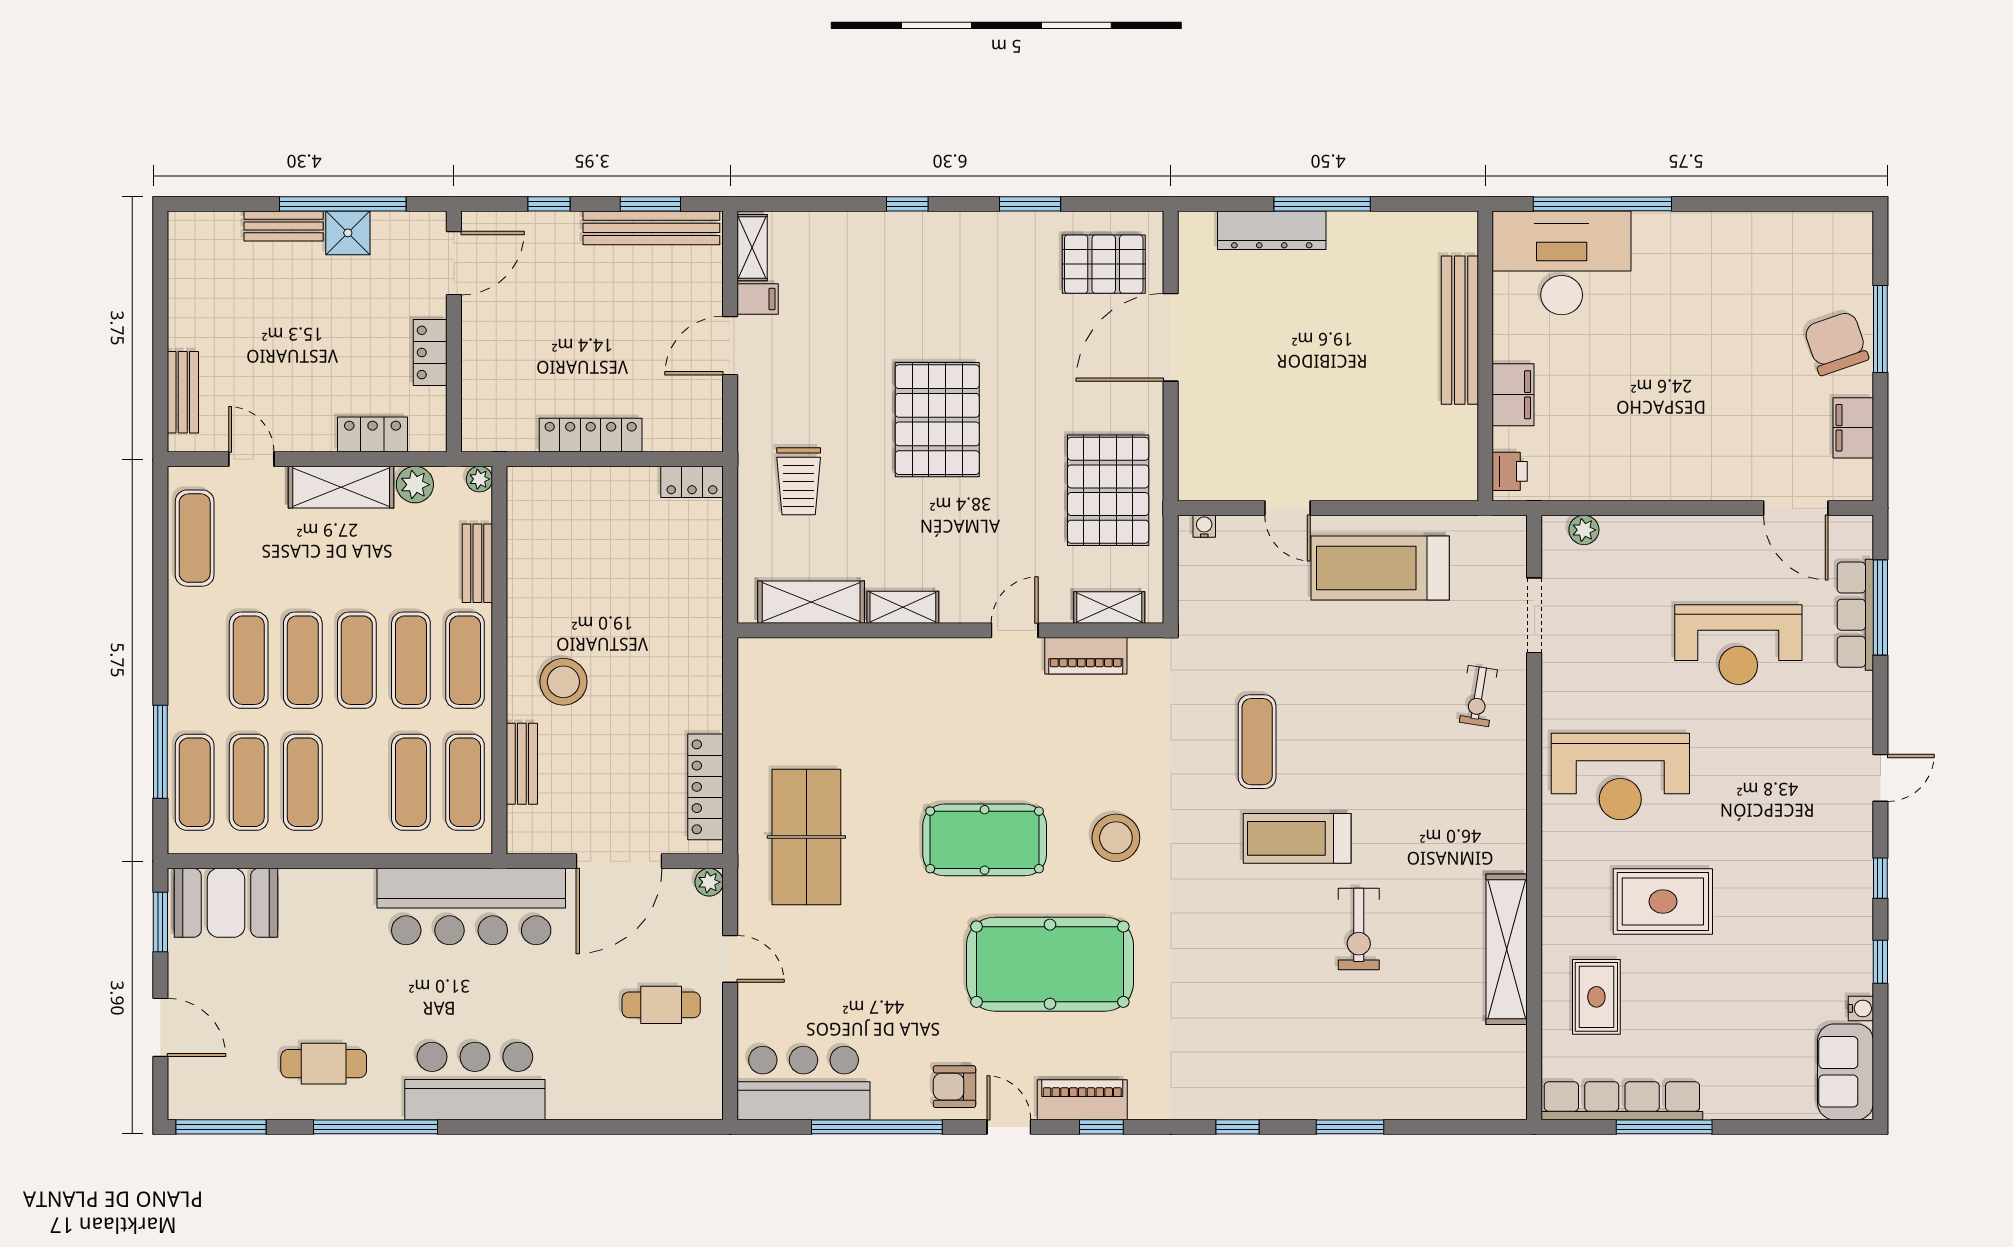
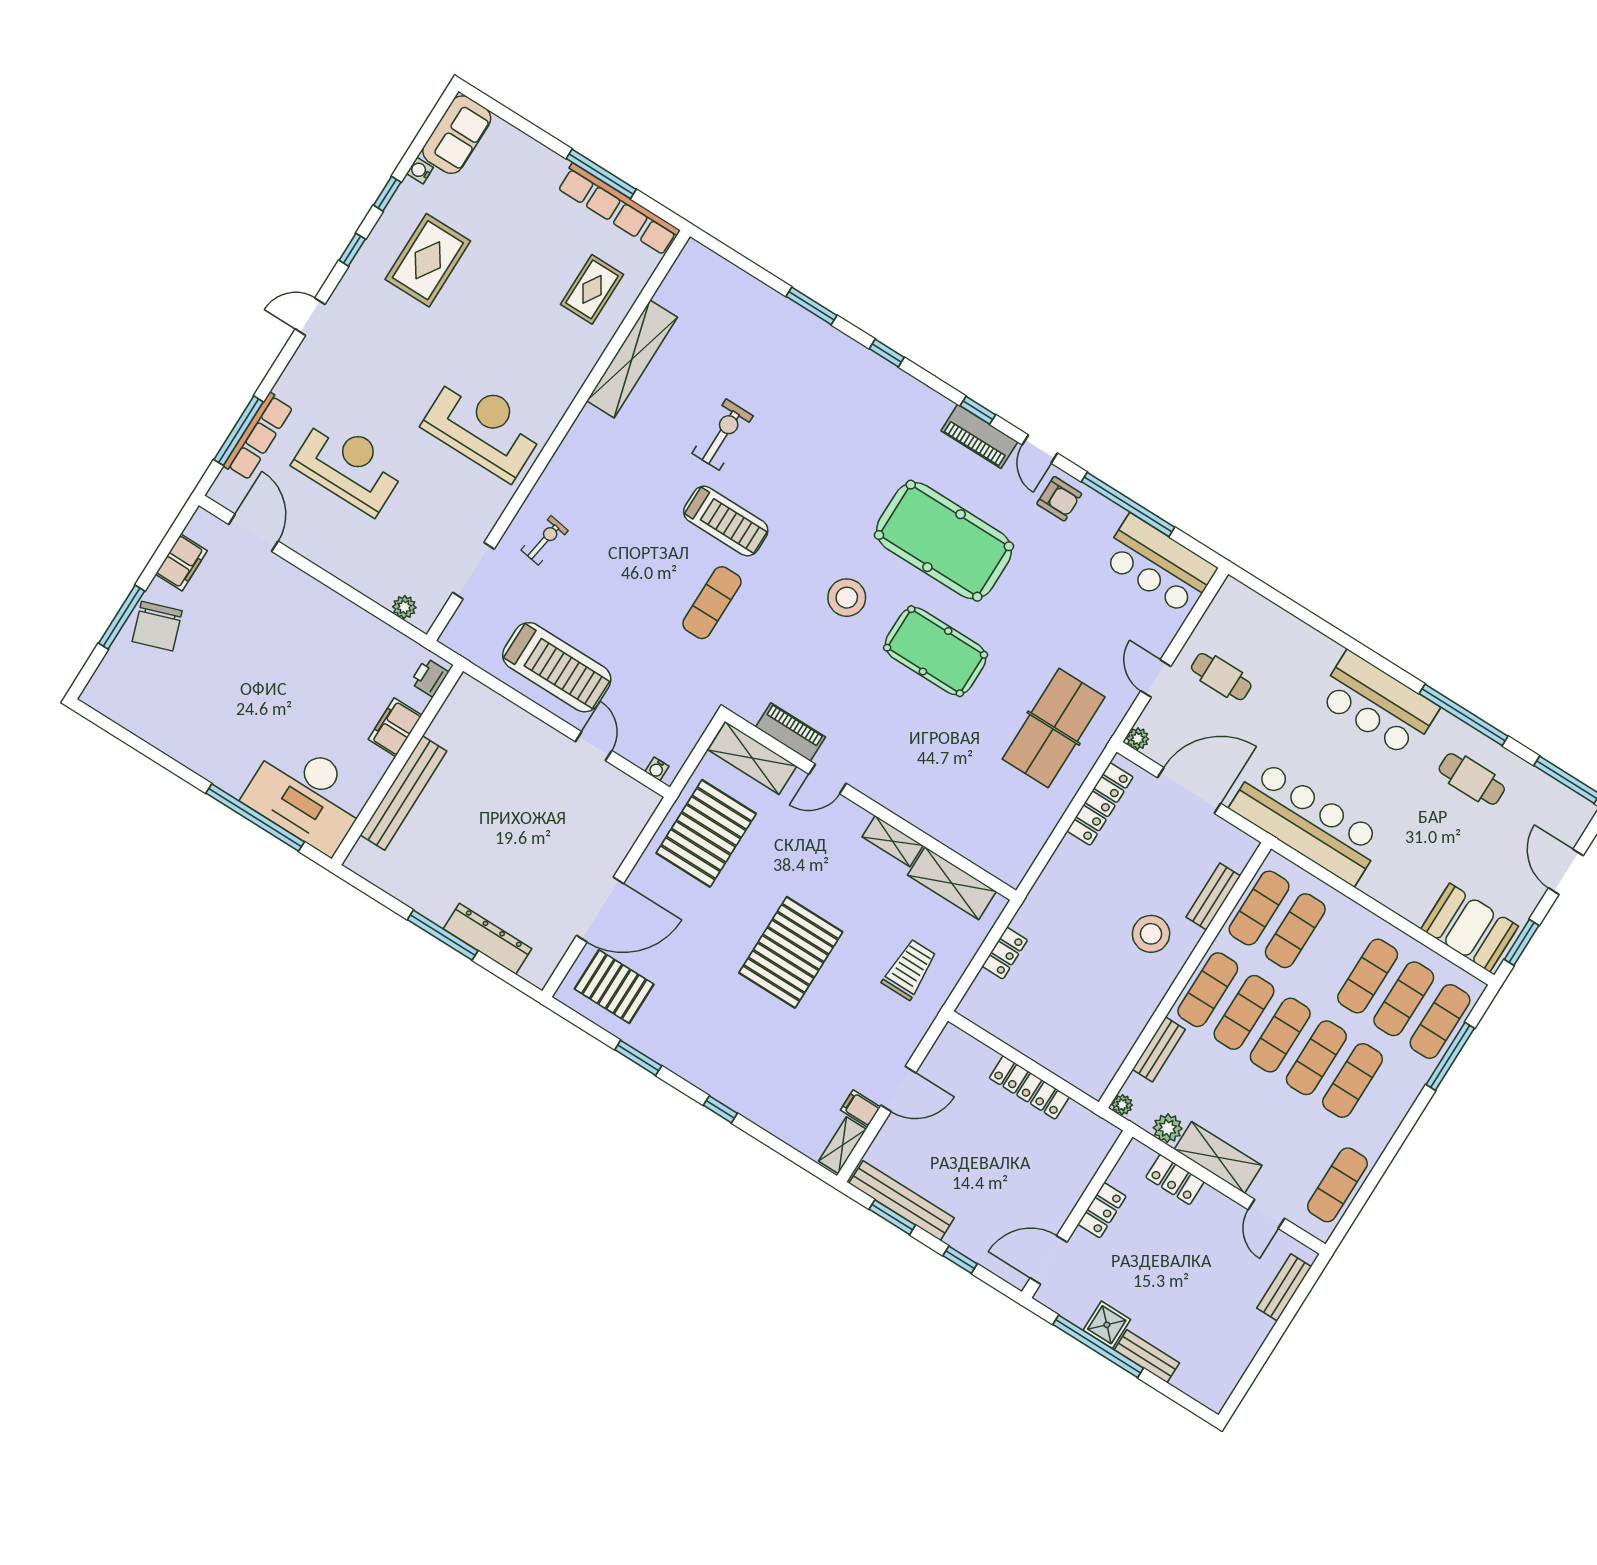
locker: (692, 482) -> (1005, 953), moved, turned 90
shelving: (1109, 607) -> (752, 758), width x1.50, depth x1.33
rug: (1663, 902) -> (428, 260), moved, turned 90

